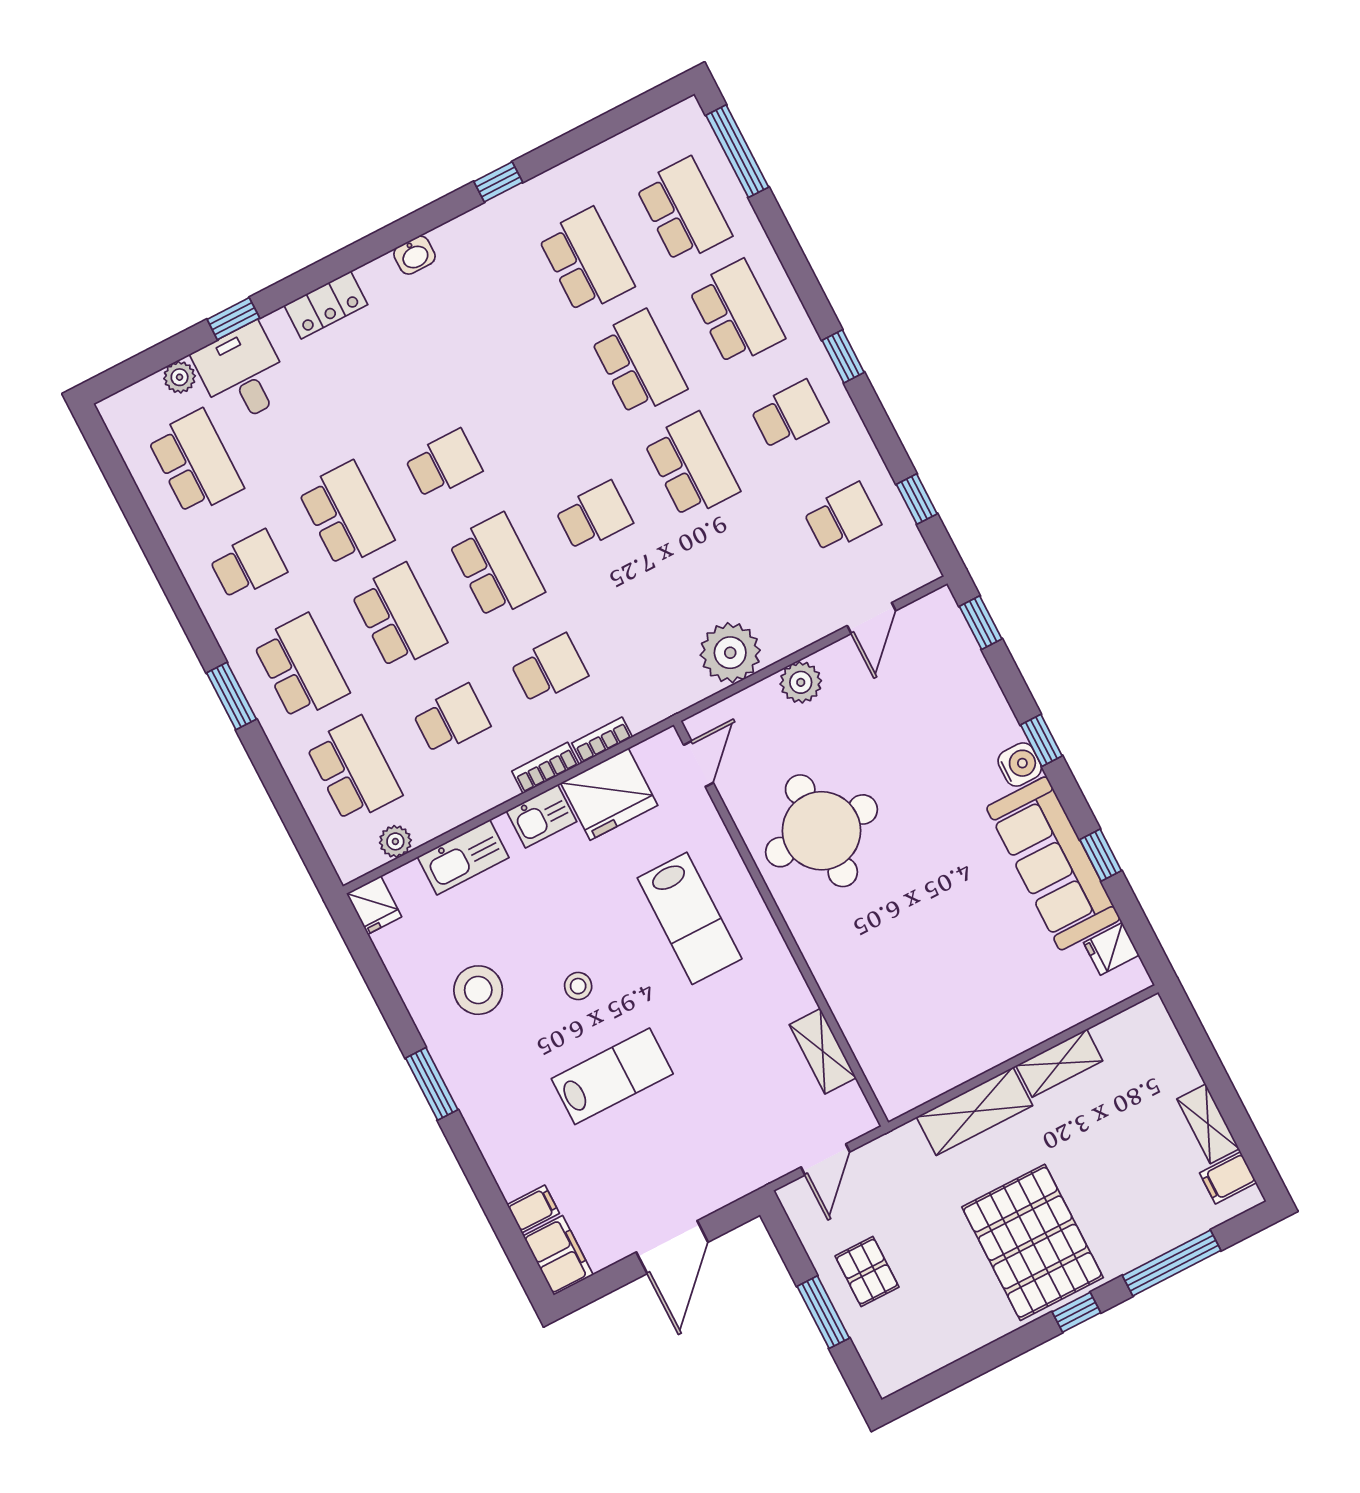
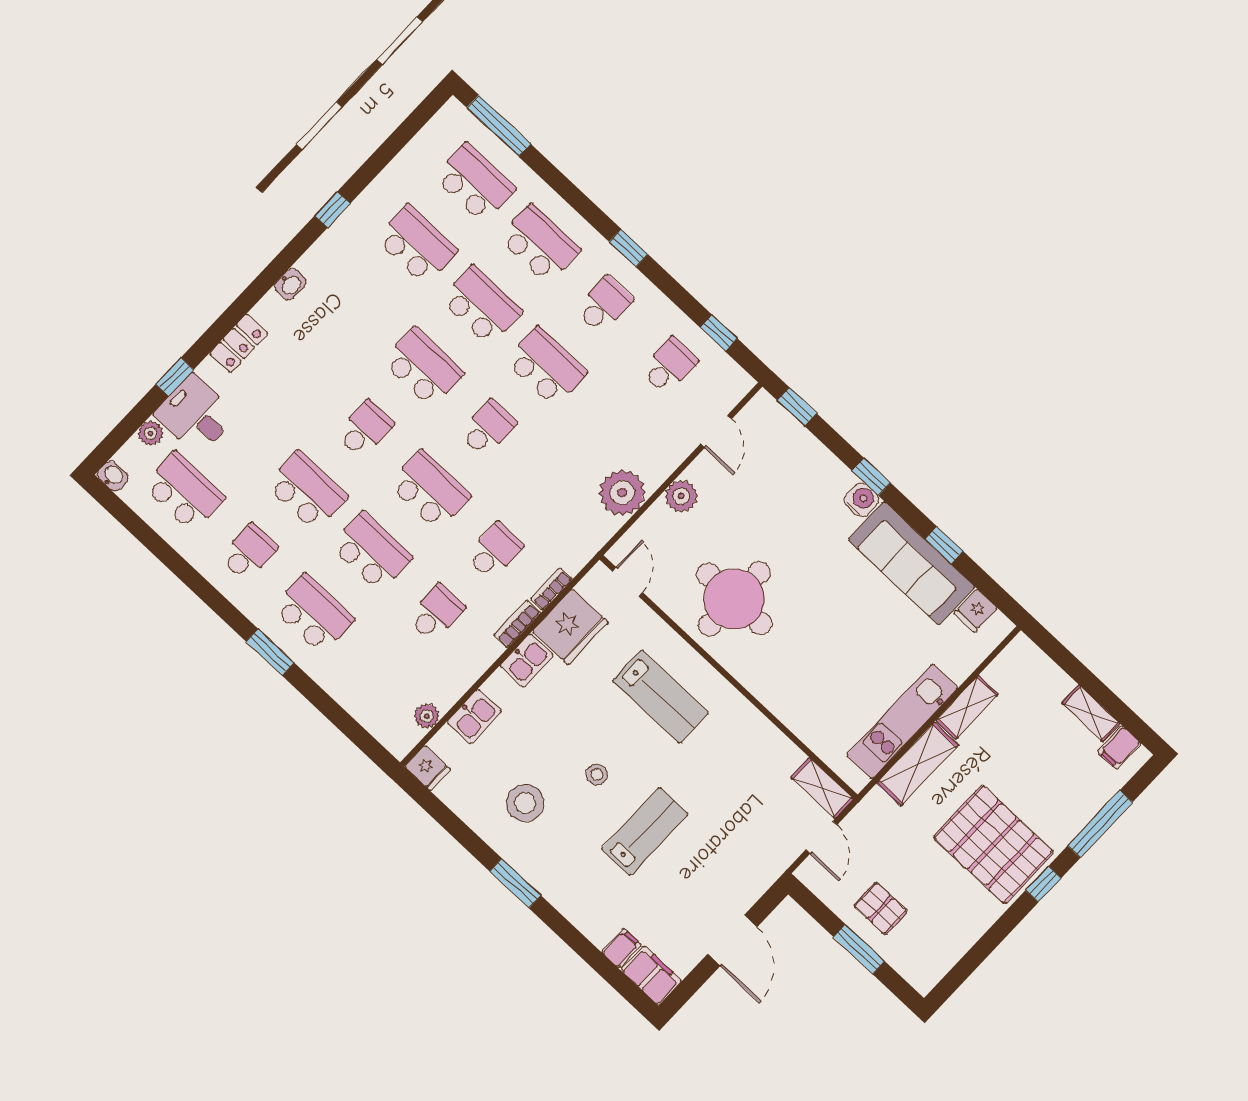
washbasin: (115, 413) -> (113, 476), added
school desk: (354, 770) -> (423, 367), moved
kitchen sink: (463, 857) -> (474, 716), width x0.73
shelving: (823, 1051) -> (822, 788), moved
kitchen unit: (974, 1052) -> (902, 721), added

